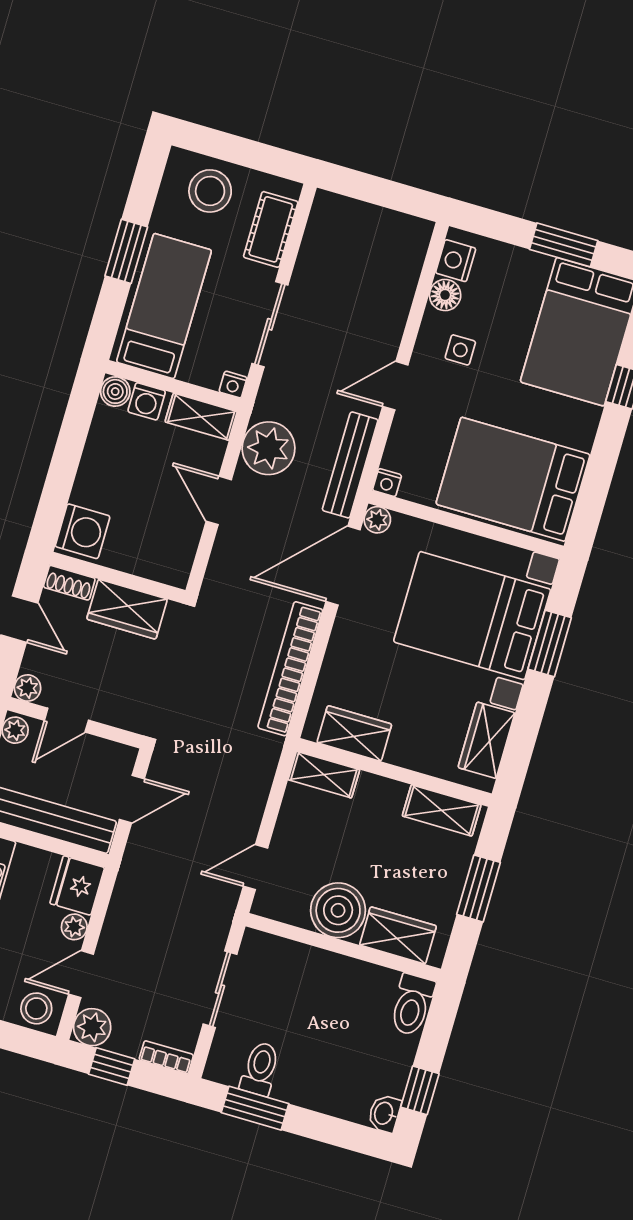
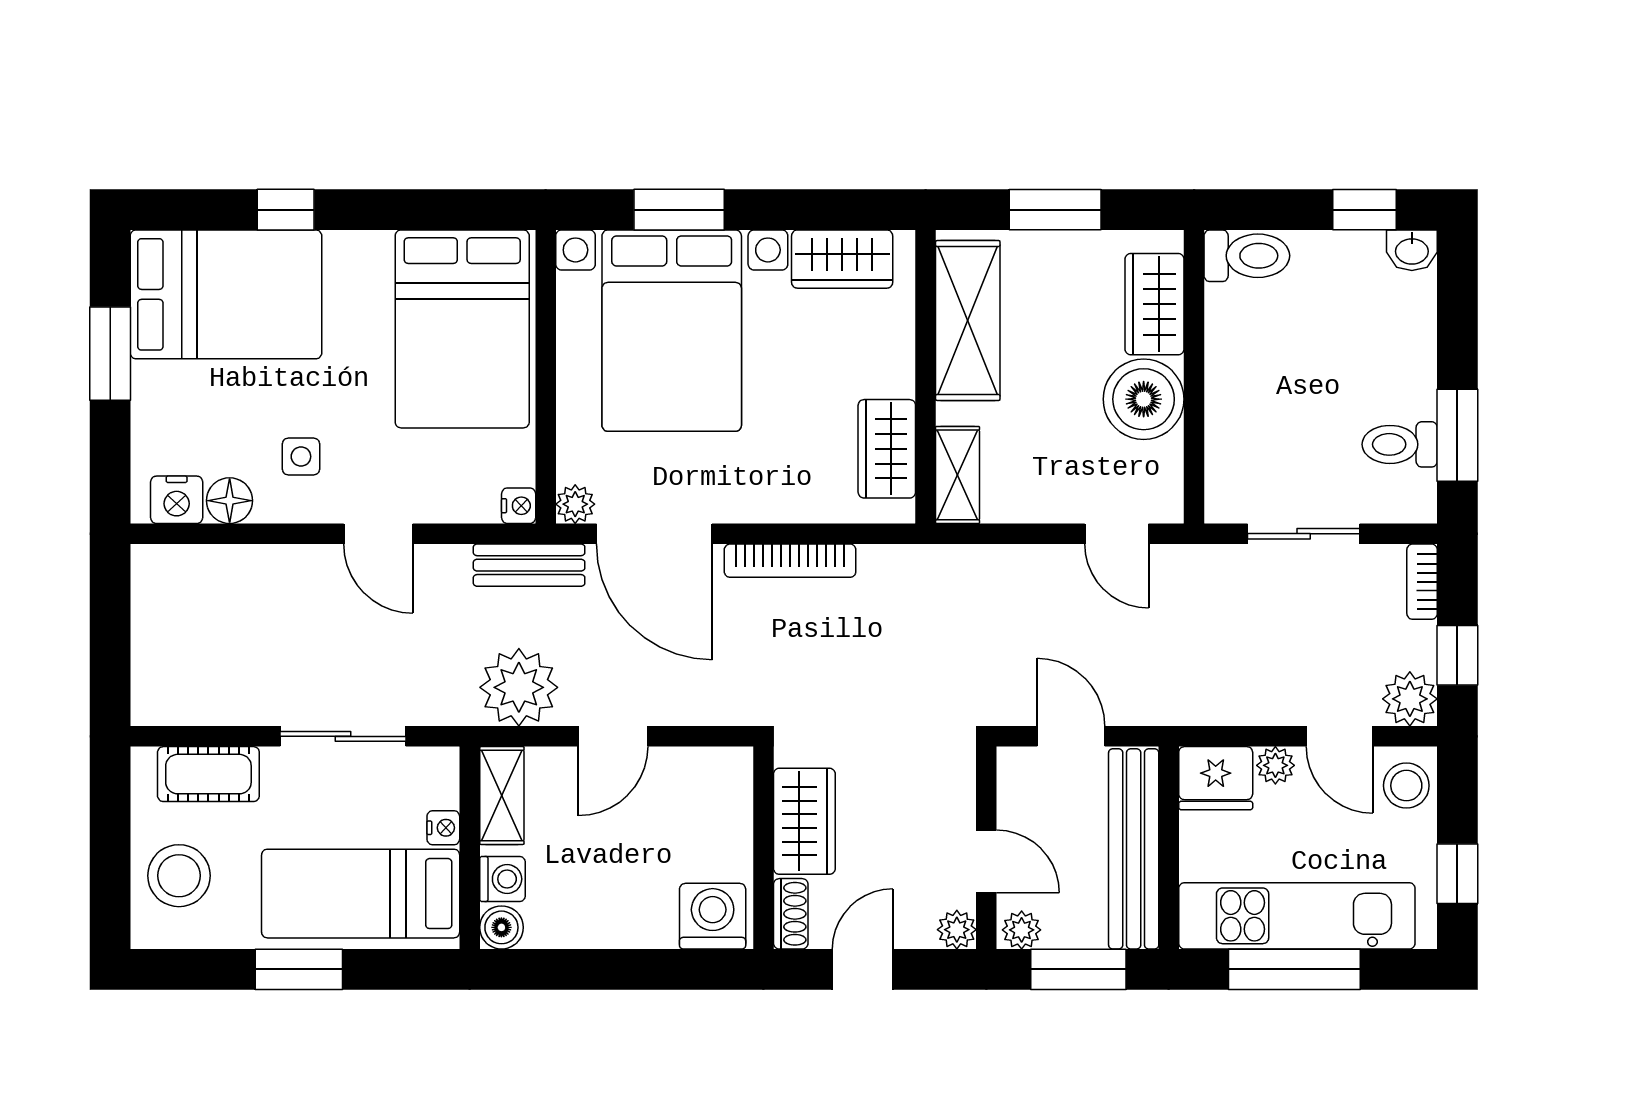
nightstand: (233, 385) -> (443, 828), moved
bench: (350, 465) -> (529, 565), width x0.73
bookcase: (290, 669) -> (790, 561), width x0.68, depth x0.76
shelving: (442, 810) -> (968, 321), width x1.50, depth x1.33

